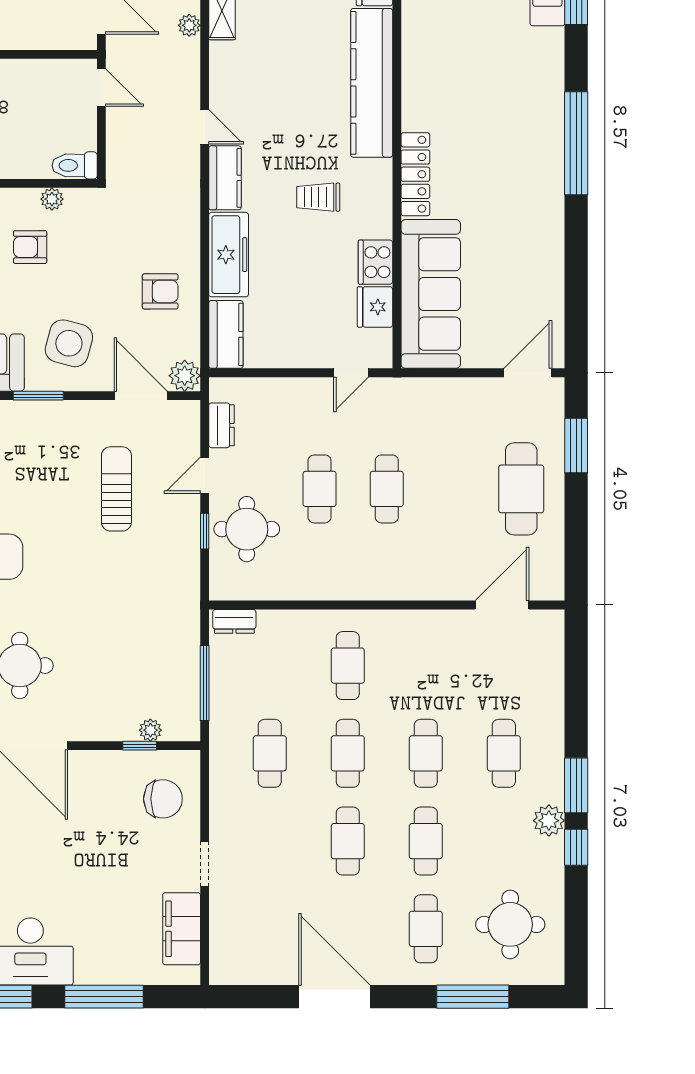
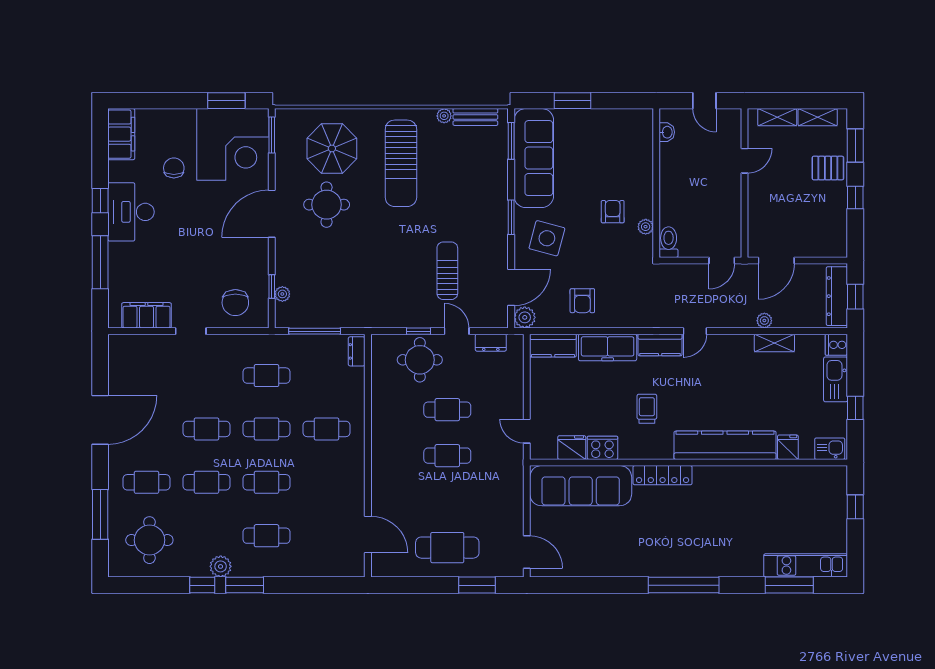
sun lounger: (116, 489) -> (447, 271), turned -90

